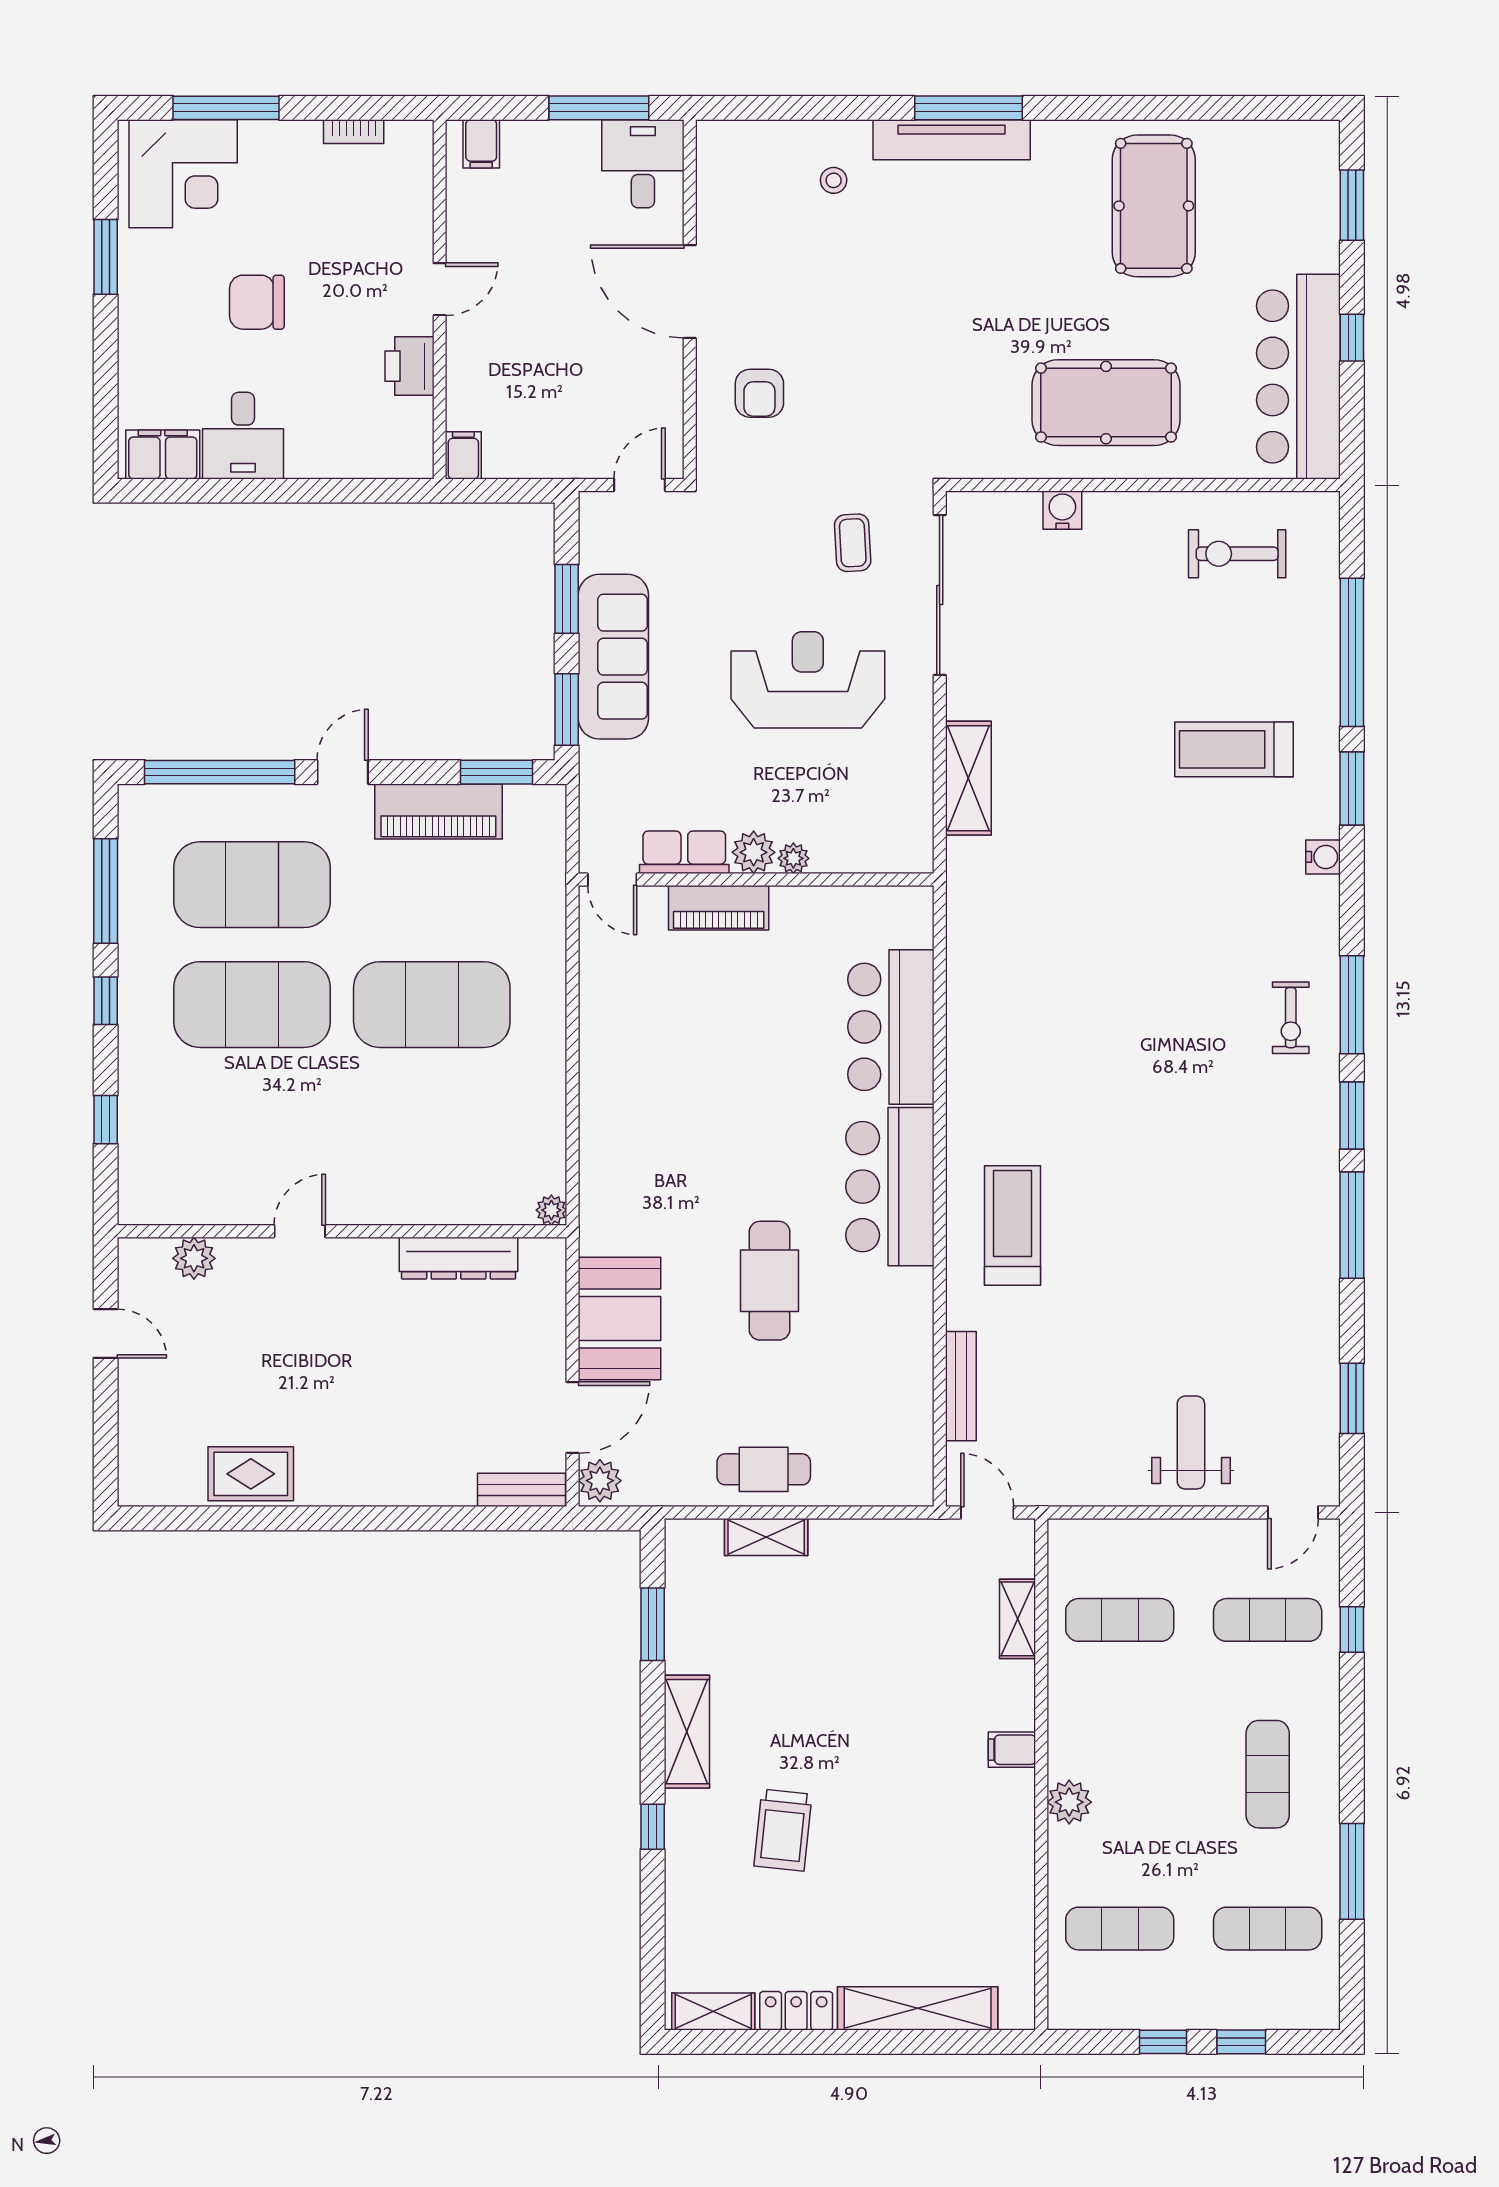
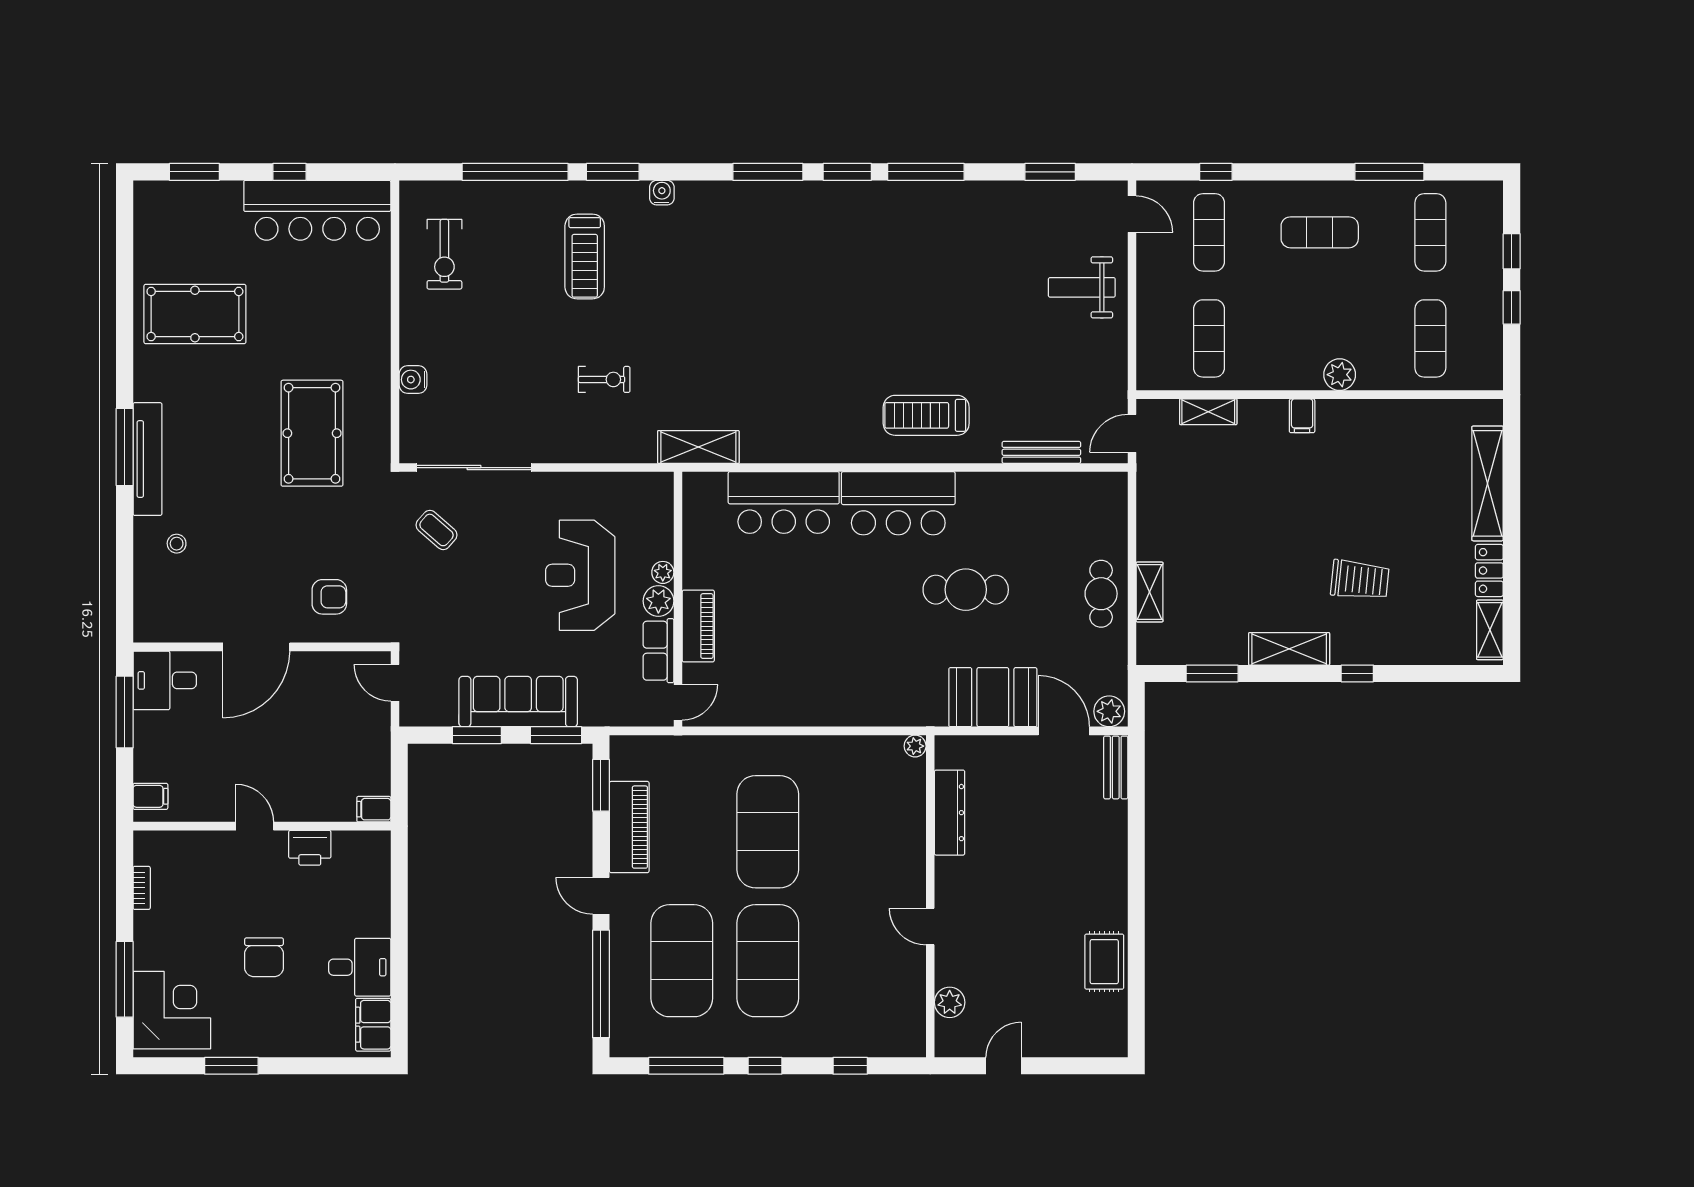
pool table: (1106, 403) -> (312, 433), moved
coffee table: (853, 543) -> (437, 530), turned 44
reception desk: (808, 680) -> (580, 575), moved
shelving: (968, 778) -> (698, 447), moved
exercise bike: (1291, 1018) -> (604, 379), moved

